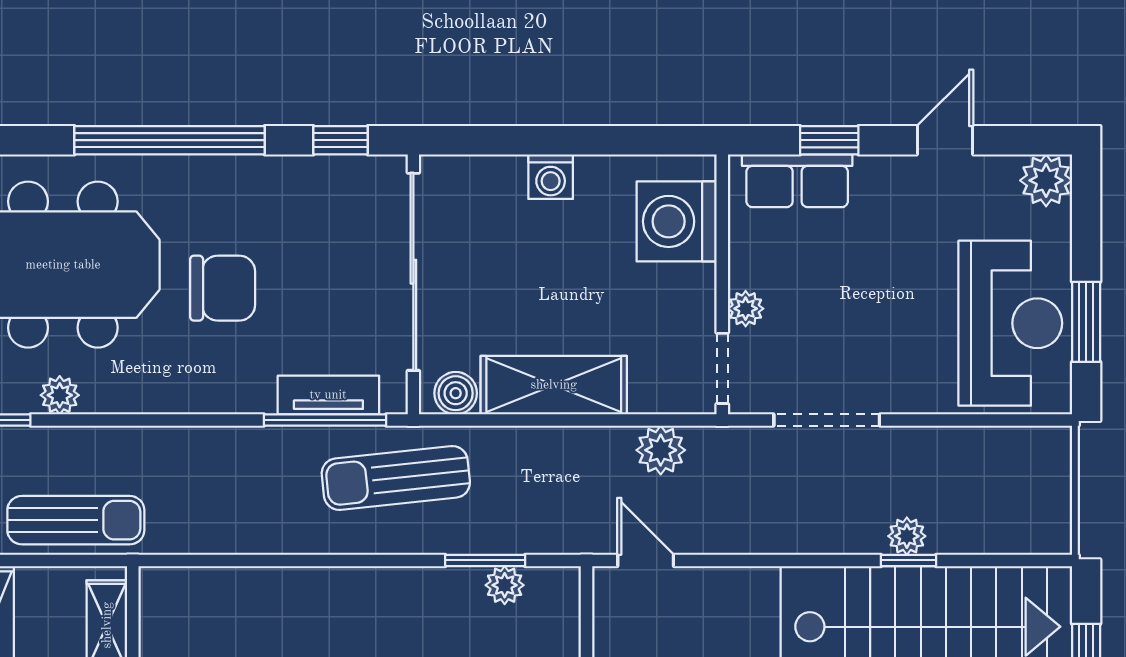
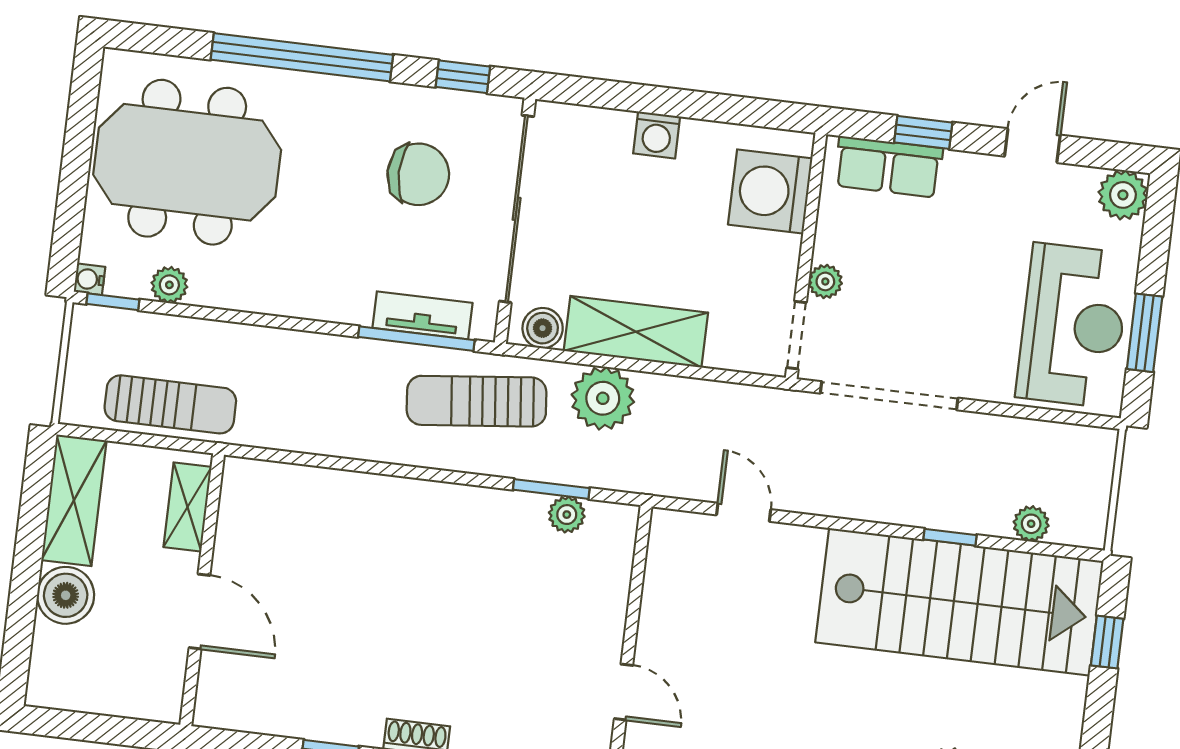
chair: (223, 288) -> (418, 174), moved
doorway: (827, 420) -> (889, 396), width x1.36
plant: (661, 450) -> (603, 398), moved, width x1.36, depth x1.36
plant: (907, 536) -> (1031, 524), moved
door: (646, 560) -> (744, 512), moved

